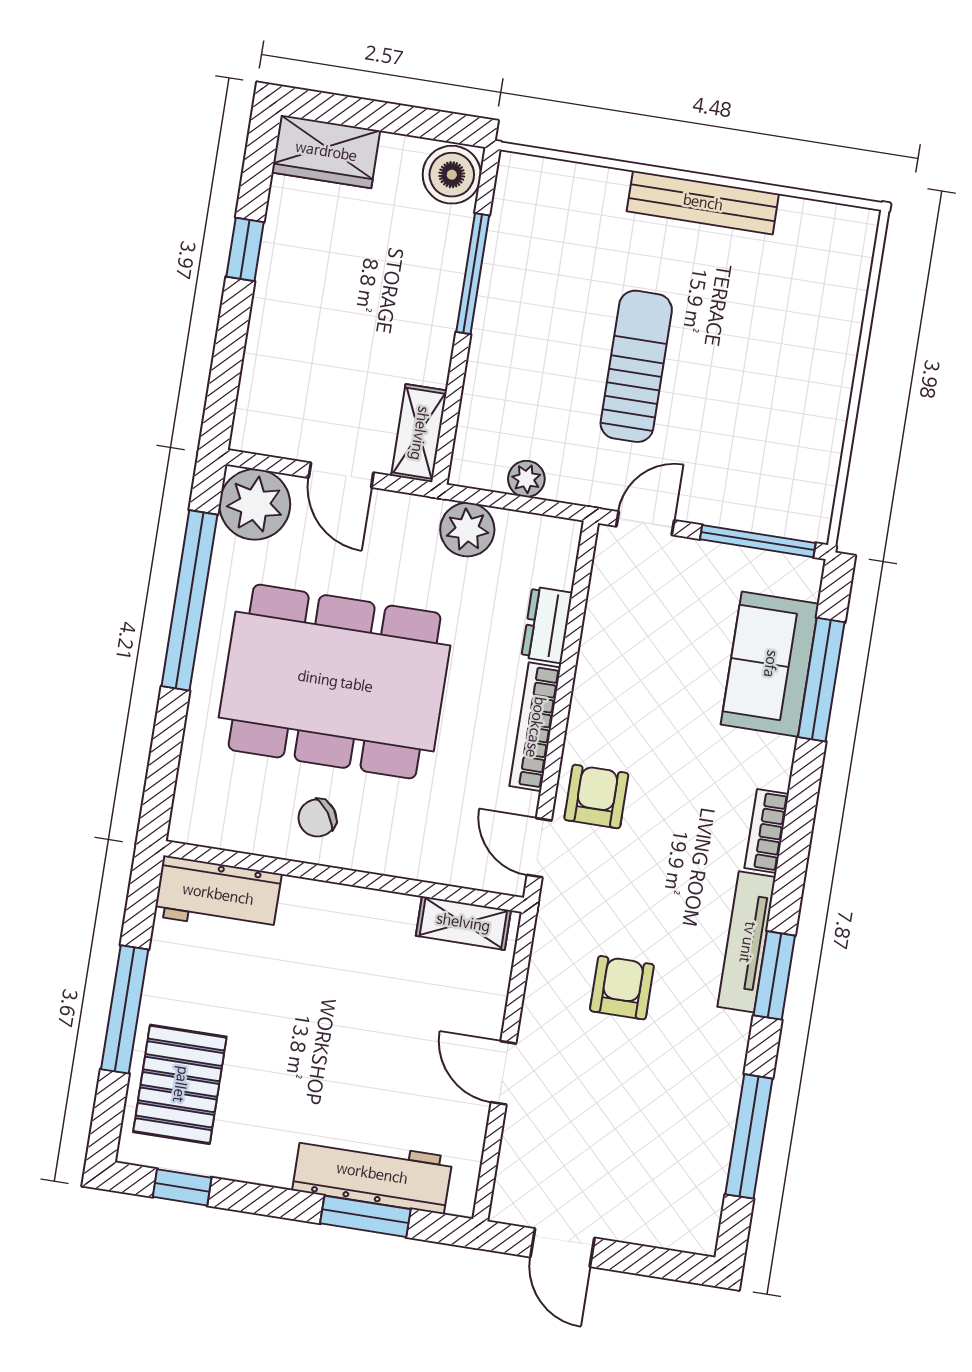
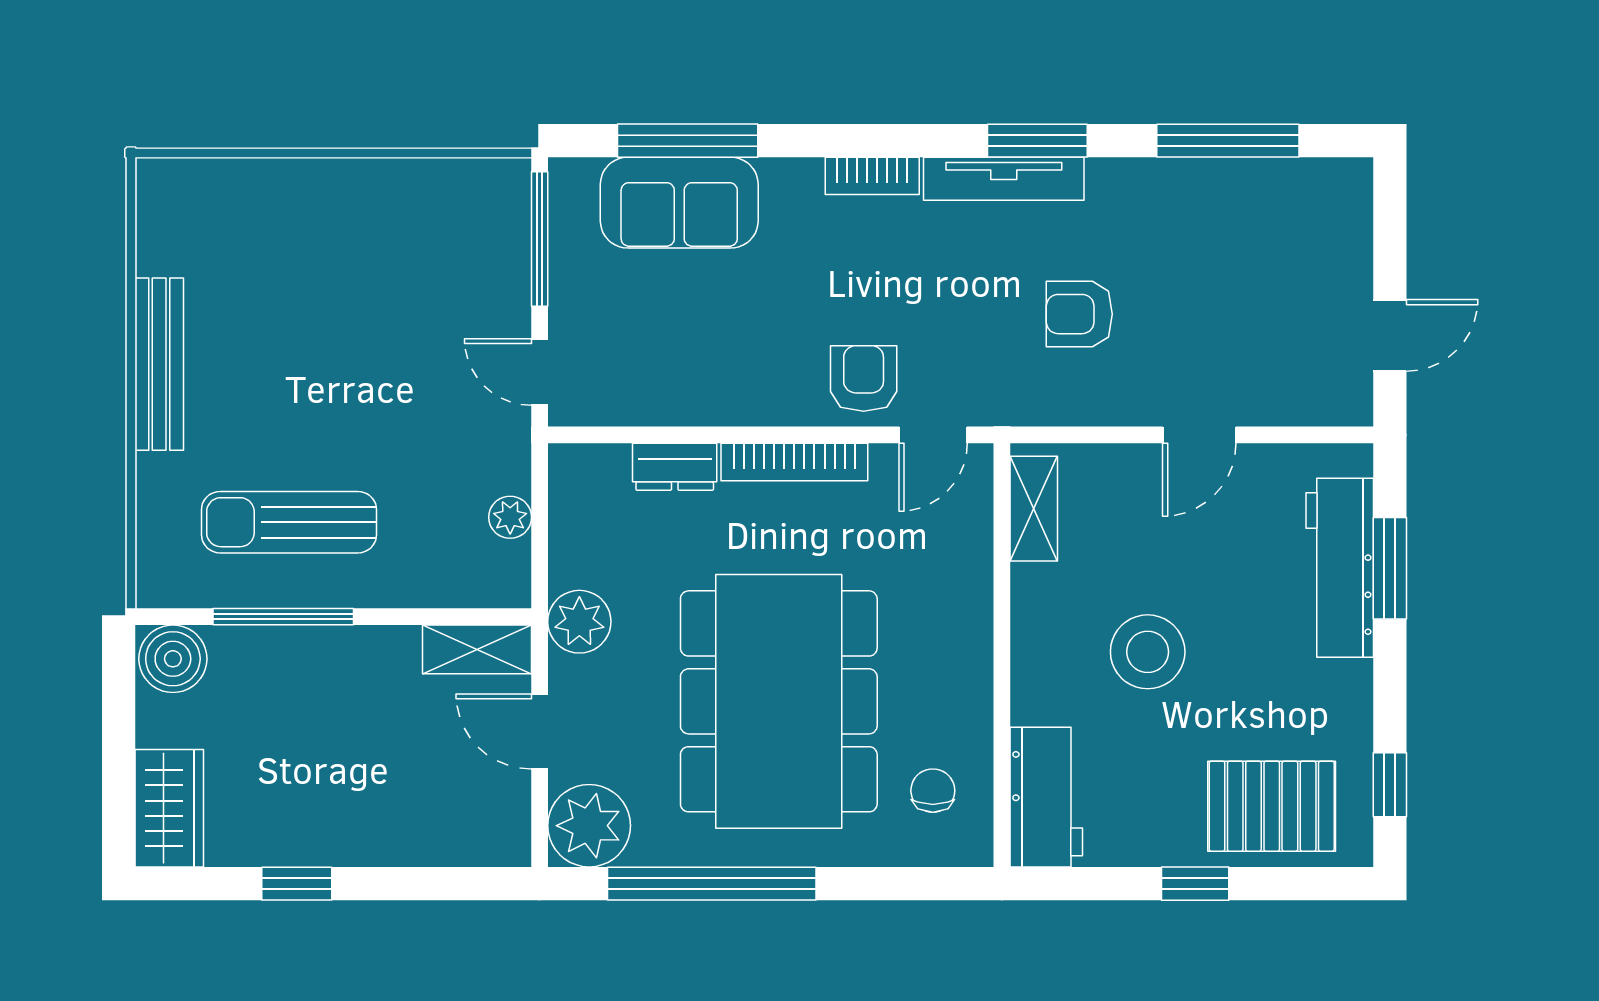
sun lounger: (636, 366) -> (289, 522), moved
door: (341, 475) -> (540, 732), swing flipped
plant: (467, 530) -> (579, 622), moved
armchair: (596, 797) -> (864, 379), turned 90
chair: (317, 818) -> (933, 791), moved, turned -144
stool: (327, 1000) -> (1148, 652), added
window: (125, 1009) -> (1195, 884), width x0.46

